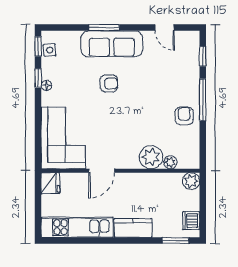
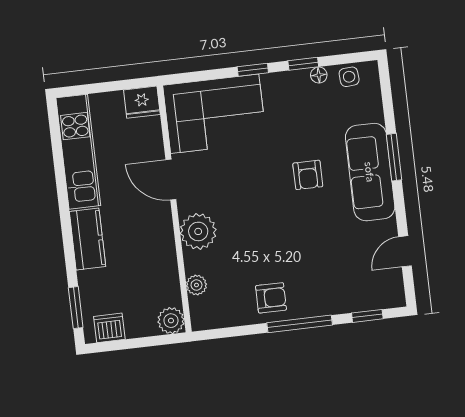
window: (38, 46) -> (253, 70), moved
floor lamp: (46, 85) -> (319, 75), moved
plant: (151, 157) -> (198, 231), moved

